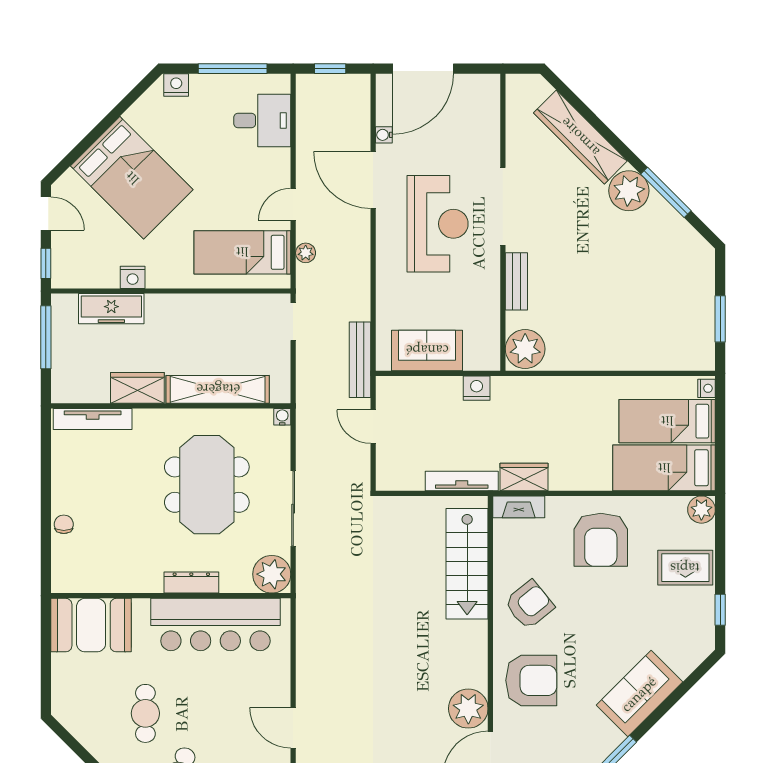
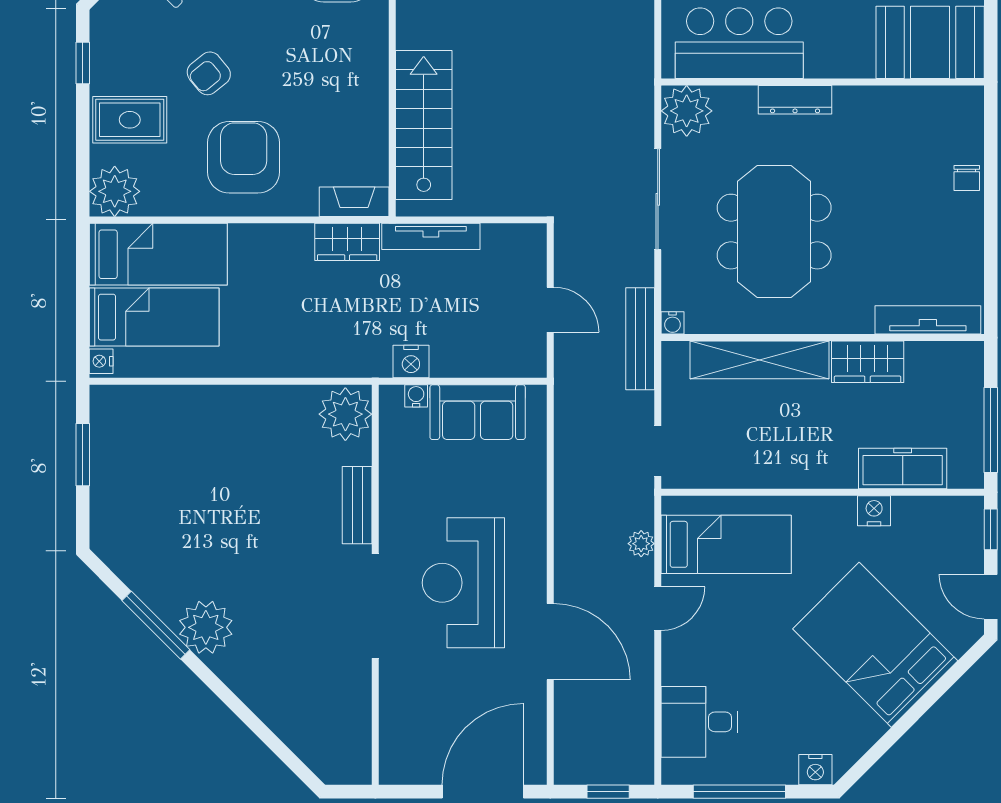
water cooler: (384, 135) -> (416, 396), moved, turned -90
wardrobe: (580, 137) -> (271, 700), removed
bench: (360, 360) -> (640, 339), moved
plant: (701, 510) -> (115, 191), width x1.36, depth x1.36
armchair: (529, 605) -> (209, 73), moved, width x0.72, depth x0.72
bar counter: (215, 625) -> (739, 43), width x0.73

